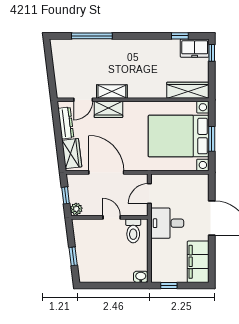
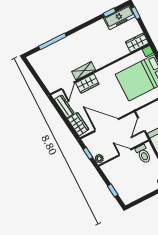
freezer: (195, 48) -> (119, 17), width x1.40
wardrobe: (188, 90) -> (137, 43), width x0.67

